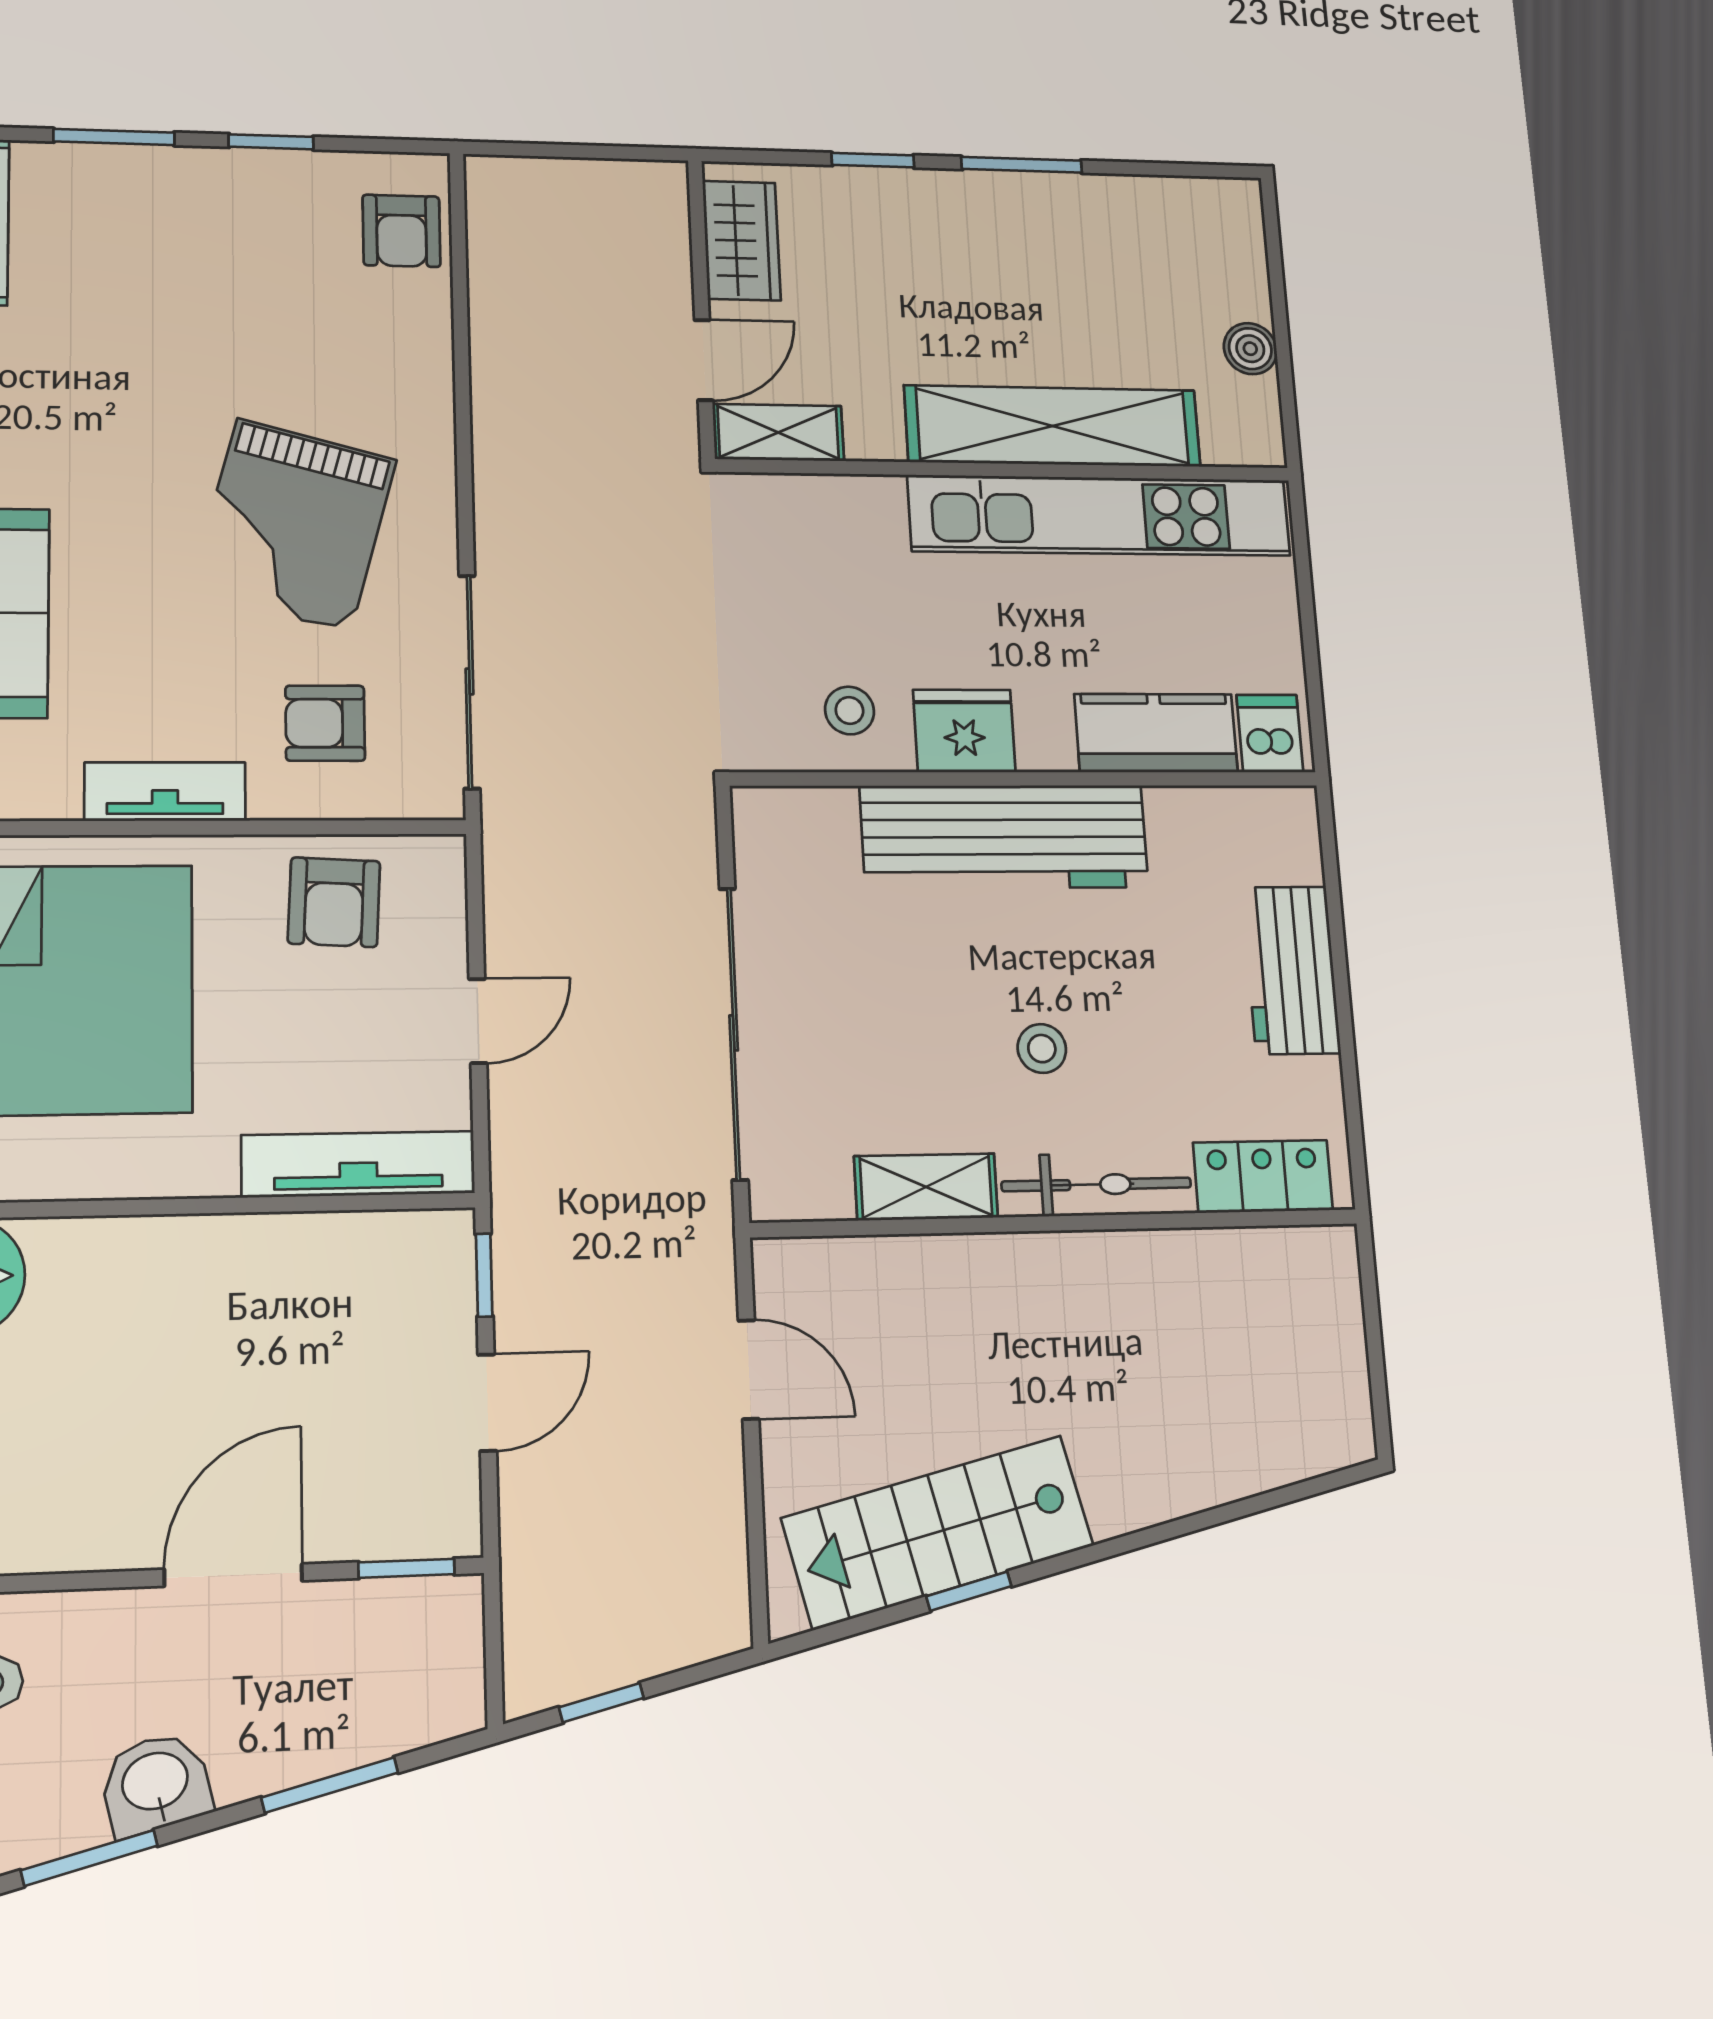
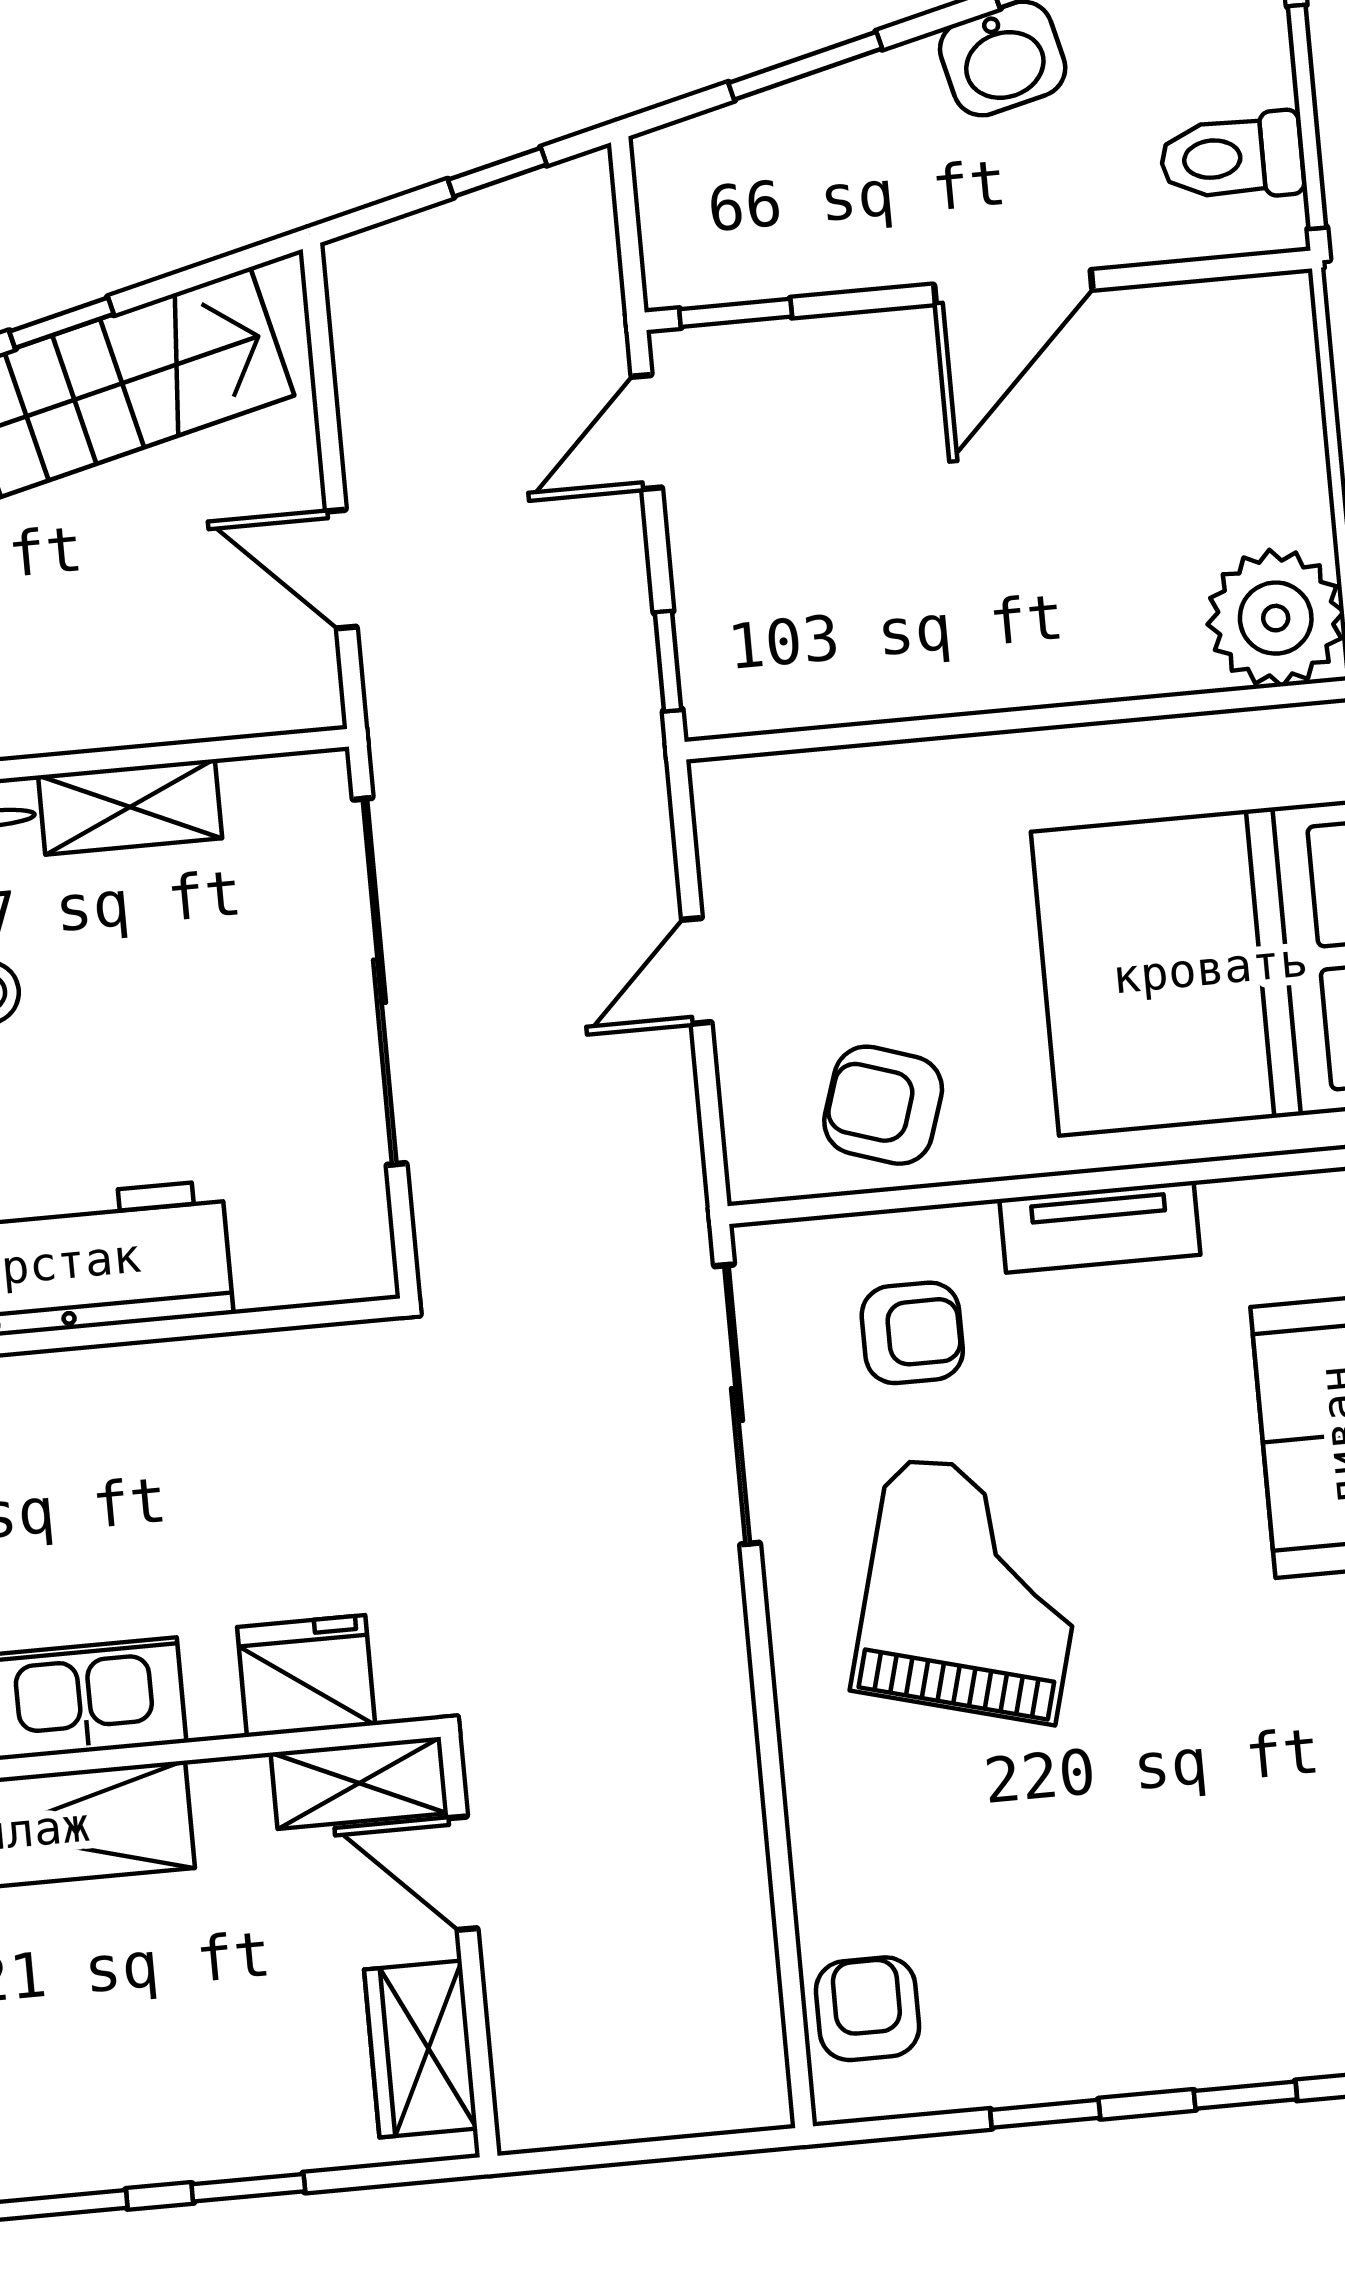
window: (114, 137) -> (1245, 2095), width x0.67
door: (704, 360) -> (462, 1873), hinge flipped
stool: (849, 711) -> (250, 1413), removed
fridge: (964, 731) -> (306, 1676), moved, turned 180
armchair: (334, 902) -> (883, 1105), turned -75
tv unit: (358, 1164) -> (828, 784), removed
door: (487, 1403) -> (647, 432), moved
door: (233, 1575) -> (1013, 287), moved

